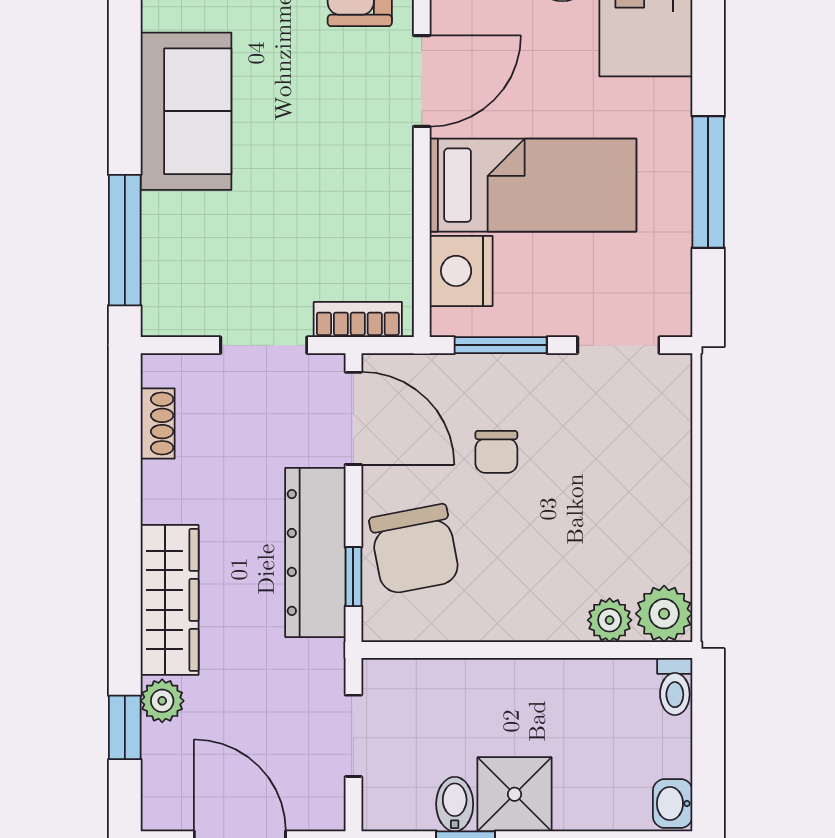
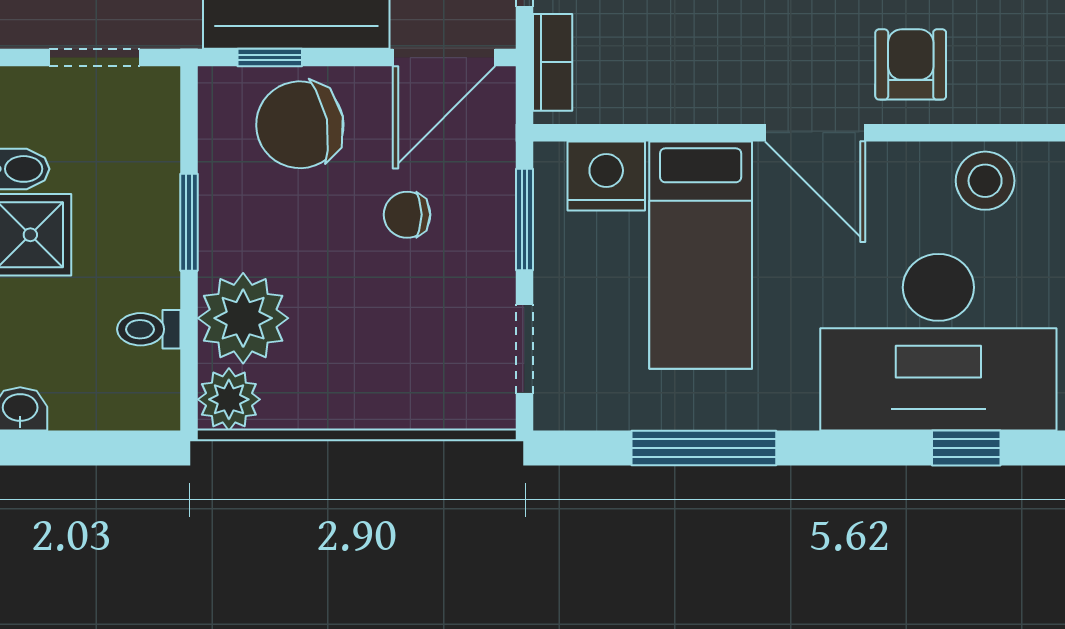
plant: (610, 620) -> (243, 318), width x1.87, depth x1.87
window: (503, 650) -> (189, 222), added
toilet: (675, 687) -> (149, 329), moved

